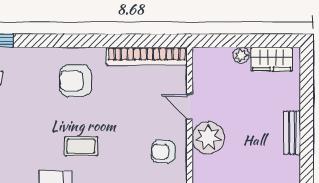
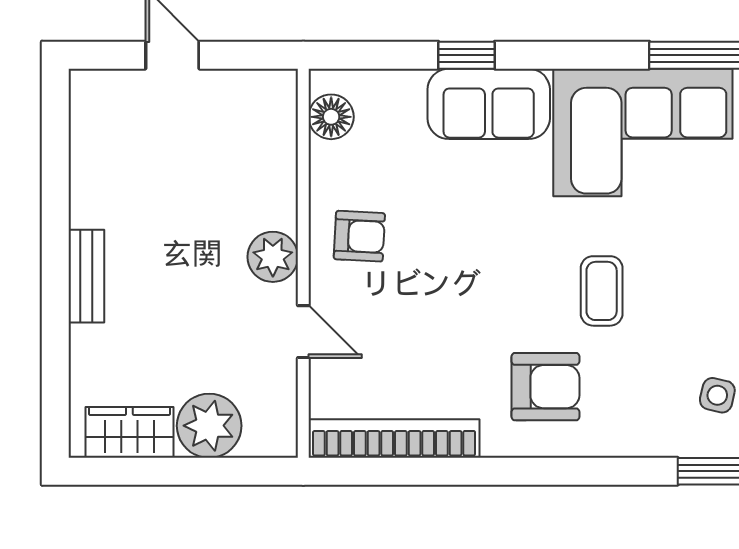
plant: (241, 55) -> (209, 426), width x1.88, depth x1.88
plant: (208, 138) -> (273, 257), width x0.73, depth x0.73
coffee table: (81, 146) -> (602, 291), moved, turned 90

